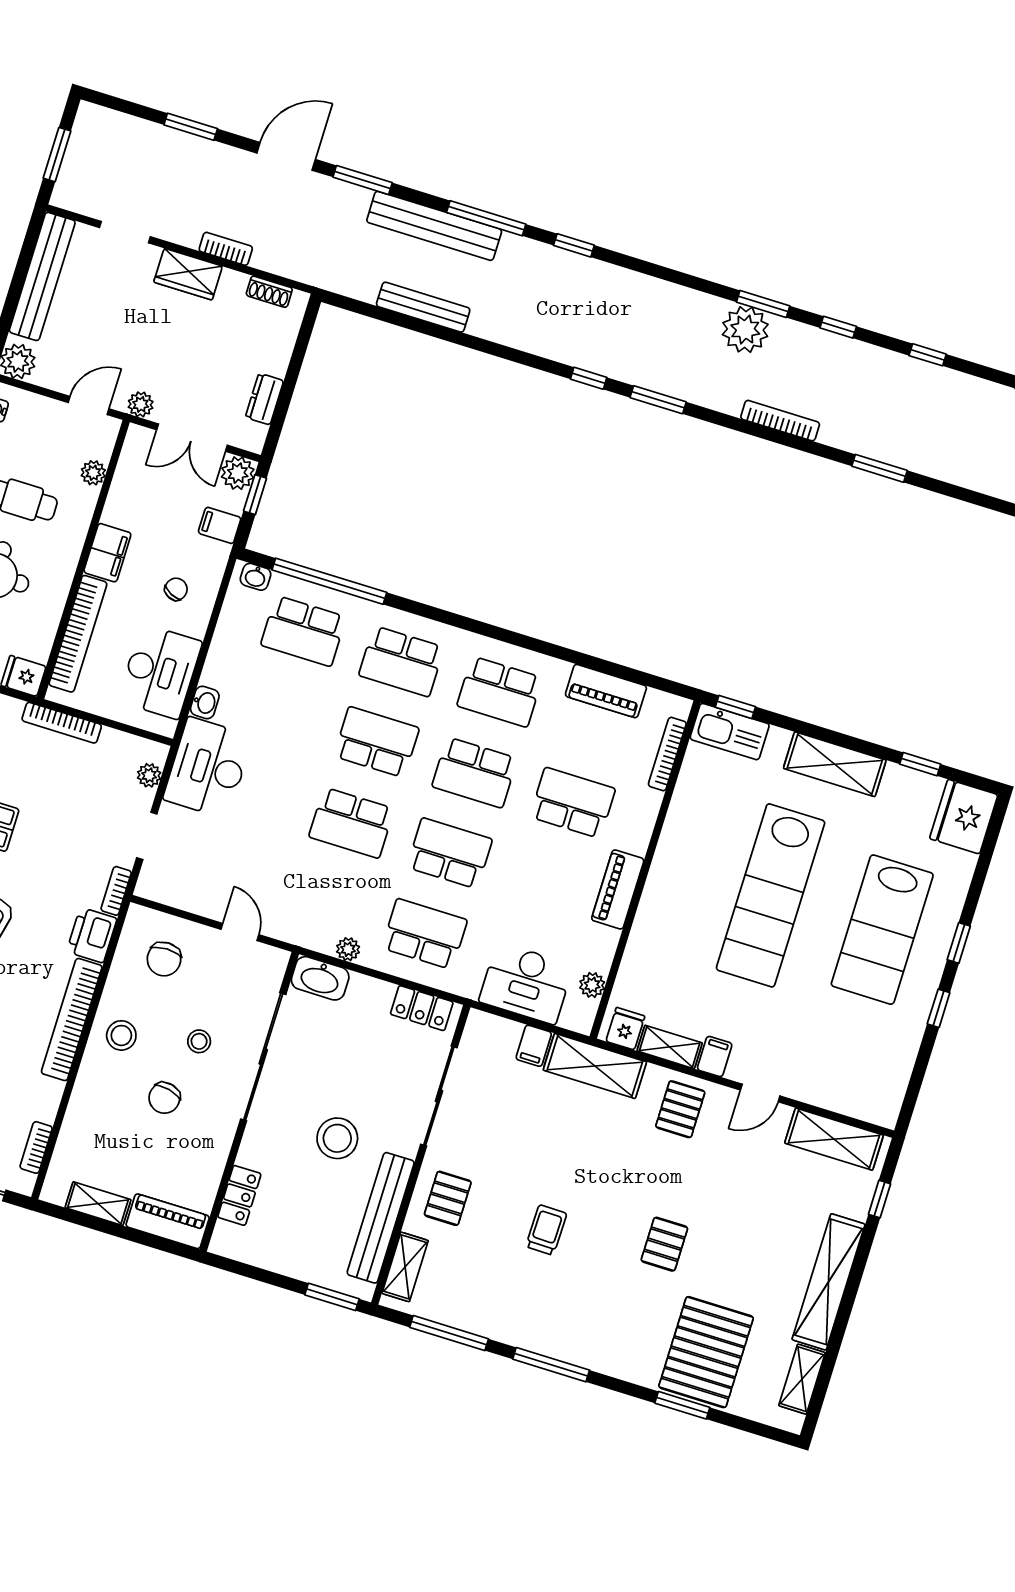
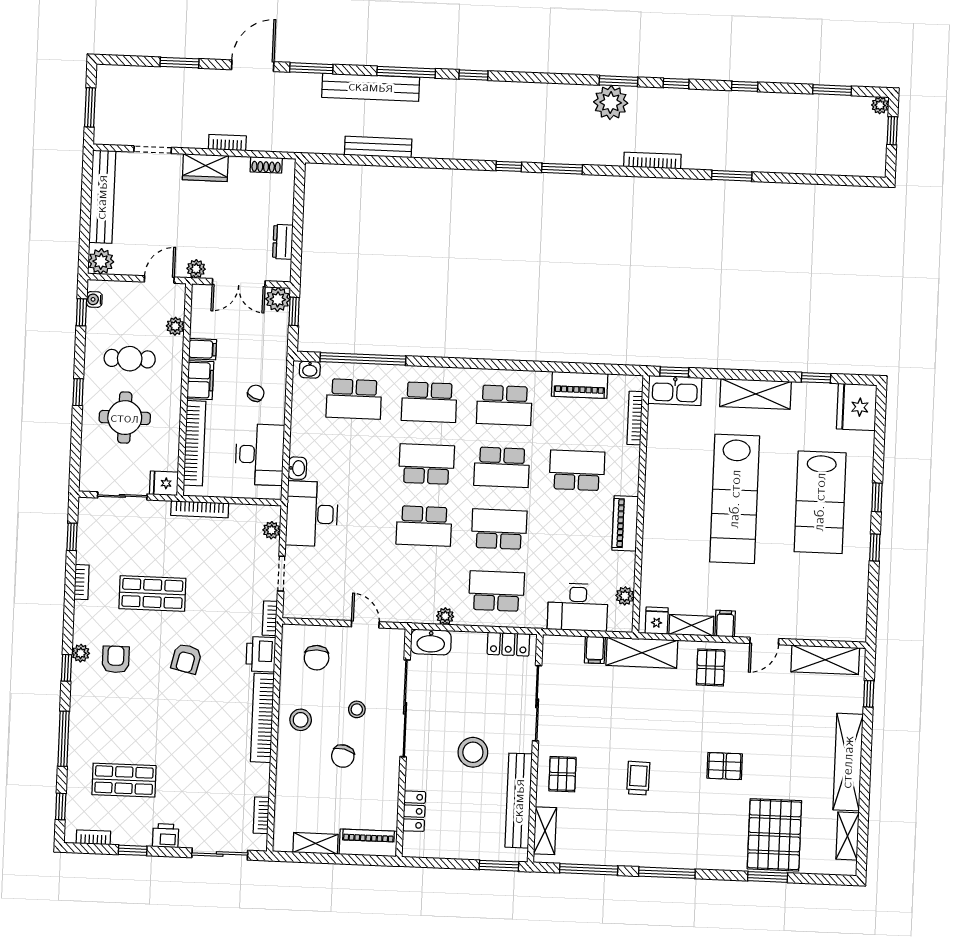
filing cabinet: (220, 525) -> (203, 349), moved, turned 180
pallet: (664, 1244) -> (725, 766), turned 90

